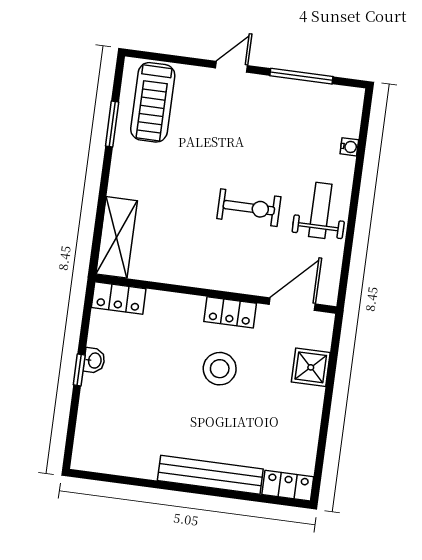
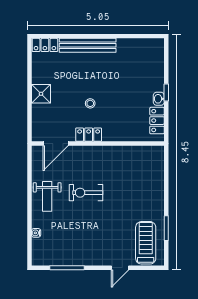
door: (232, 67) -> (120, 268), moved
shelving: (117, 237) -> (156, 167), removed
locker: (119, 298) -> (157, 121), moved, turned -90
shower: (311, 367) -> (41, 94), moved
stool: (220, 369) -> (90, 103), width x0.53, depth x0.53

